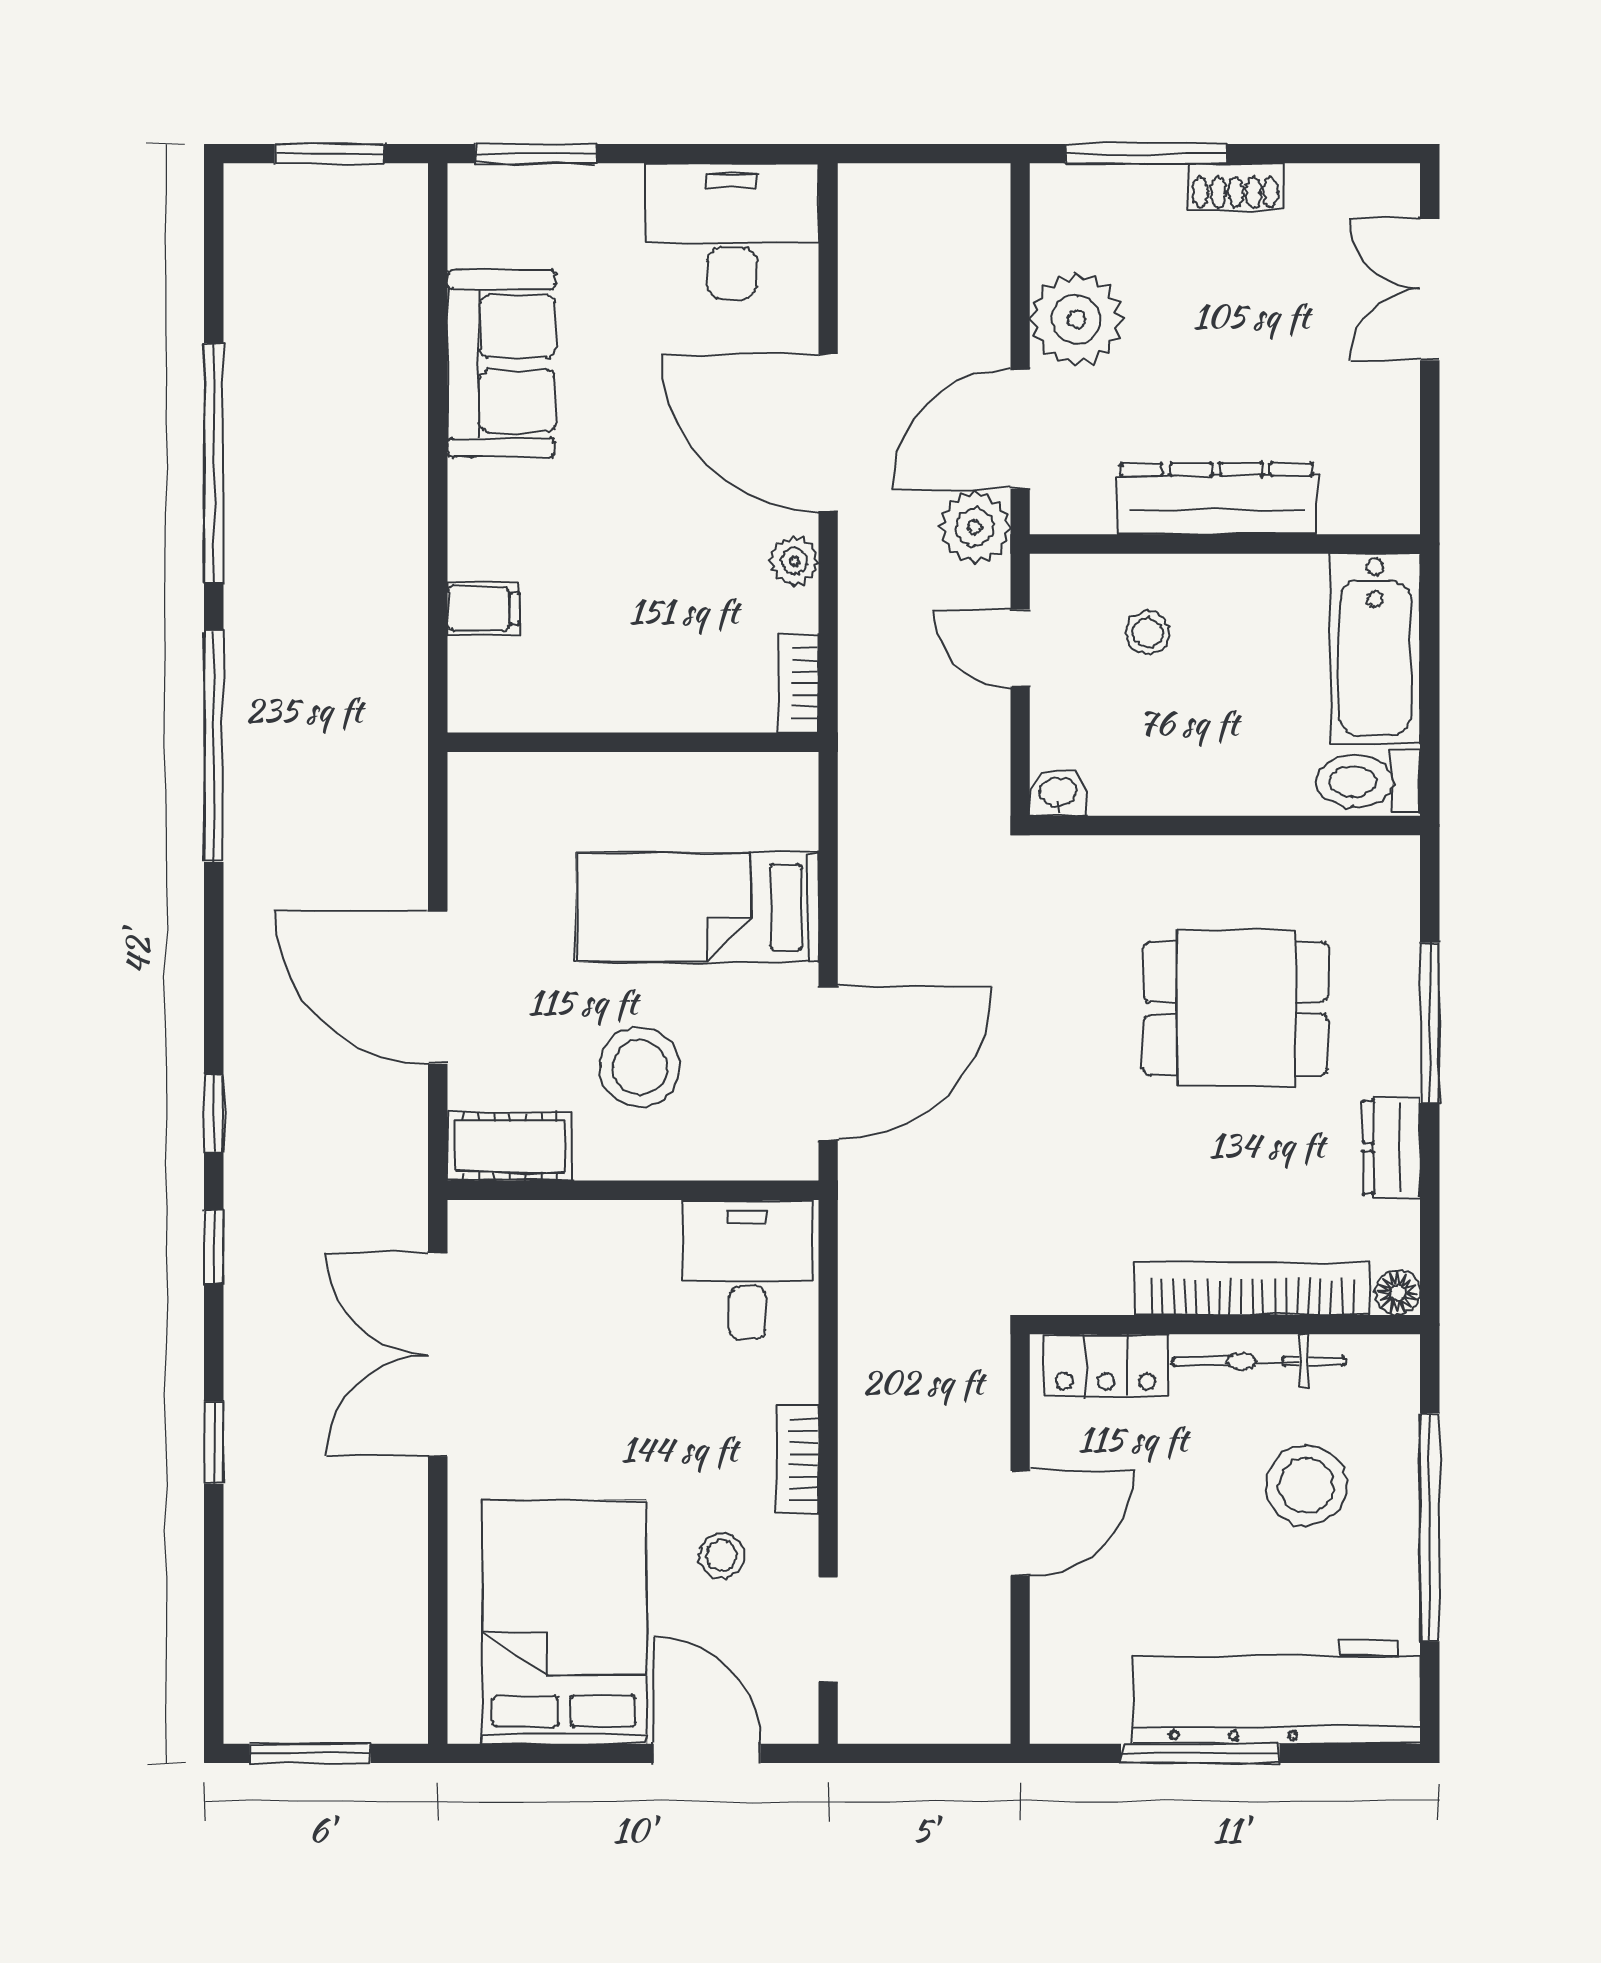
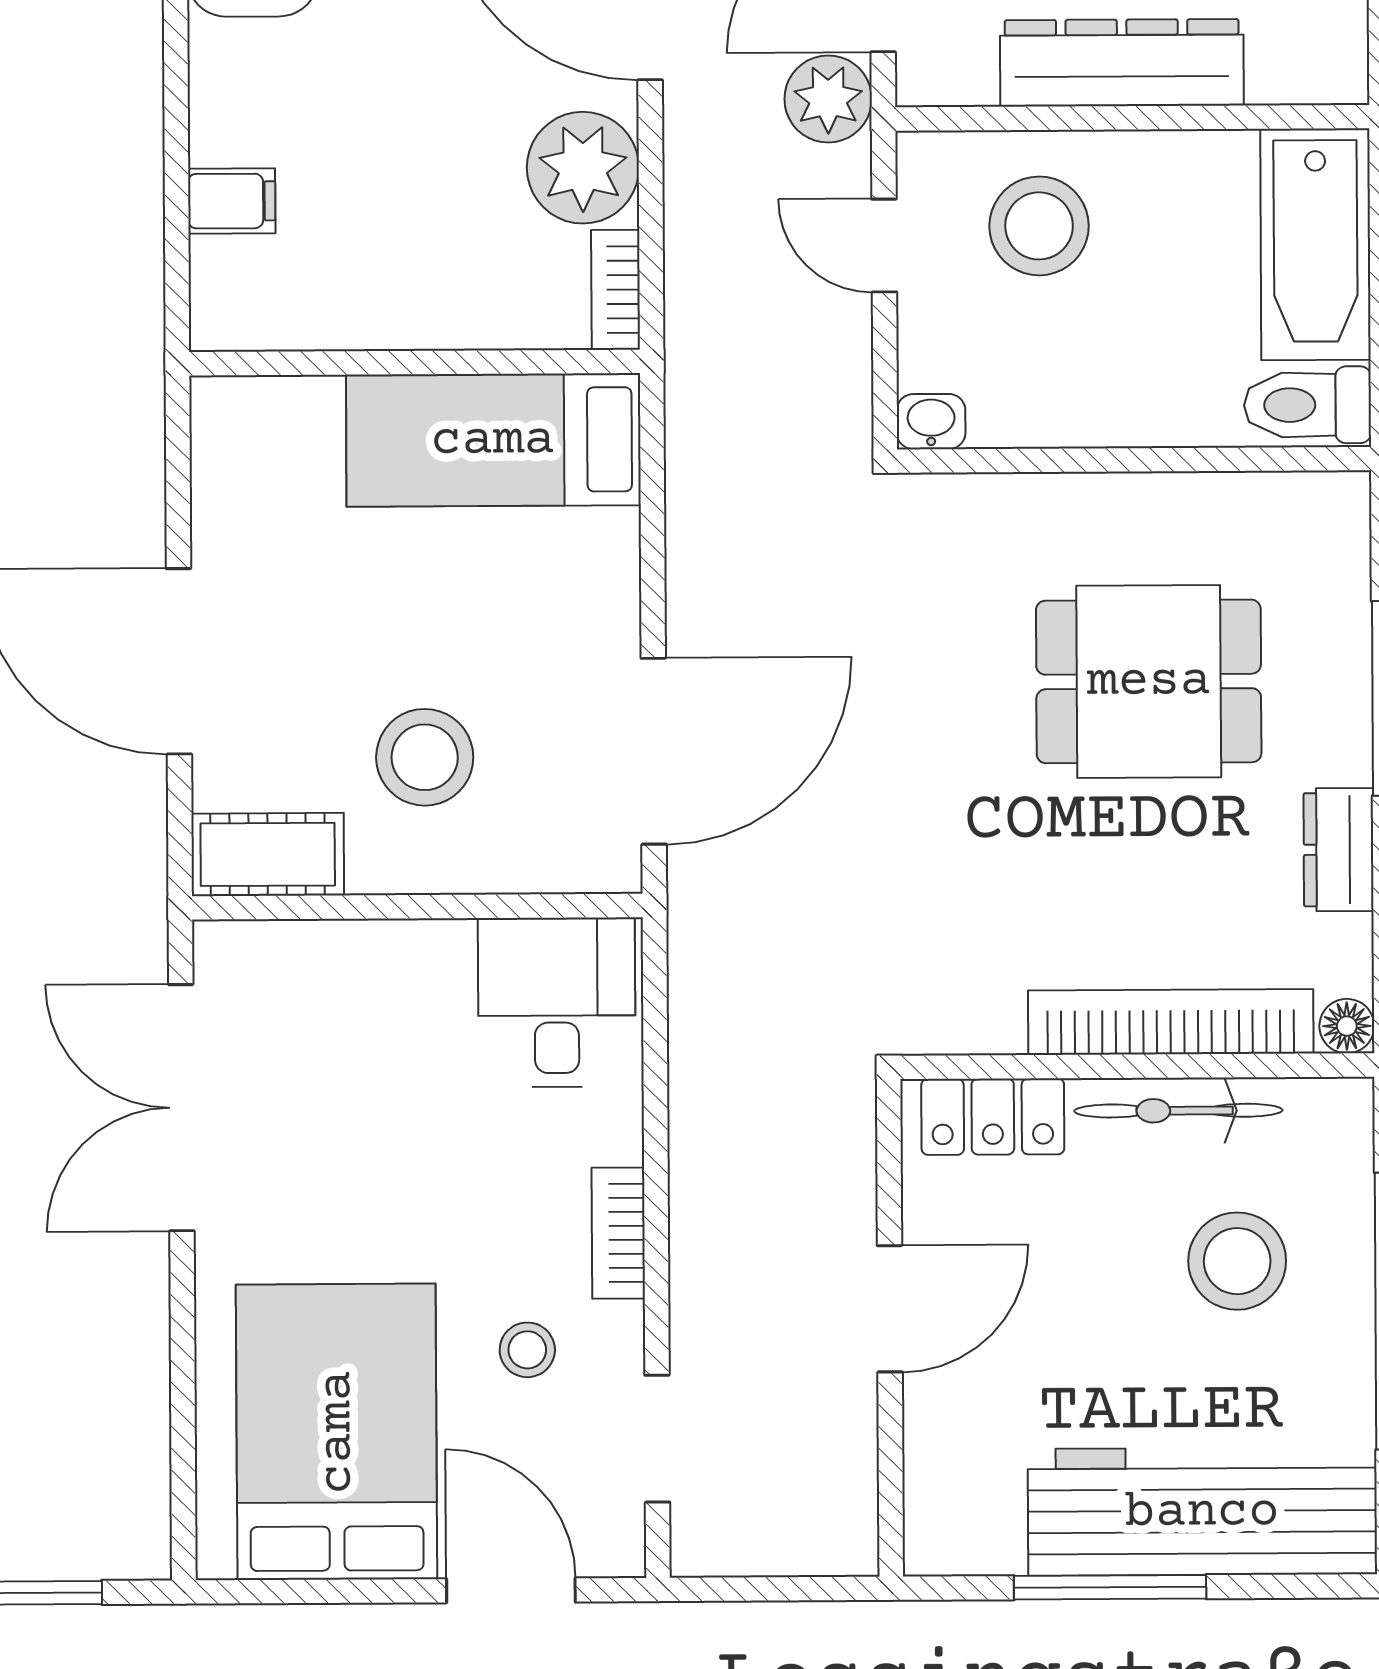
plant: (794, 561) -> (583, 168), width x1.87, depth x1.87
stool: (1148, 633) -> (1039, 226), width x1.89, depth x1.89
bed: (698, 907) -> (493, 440), moved

